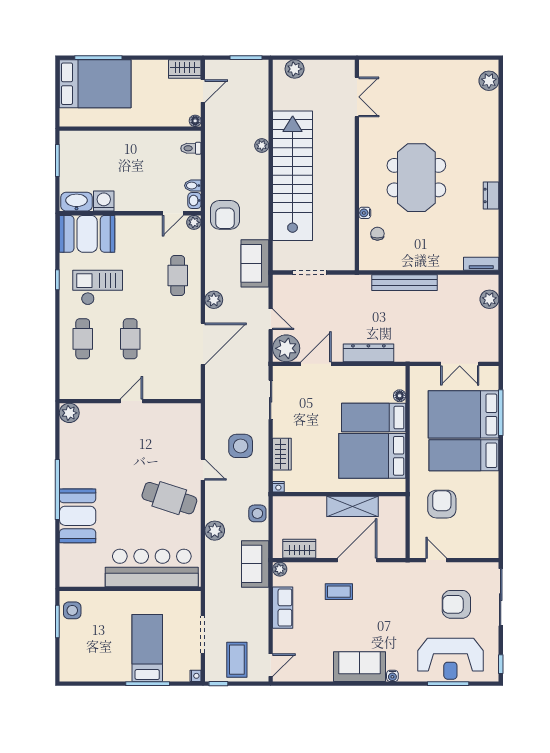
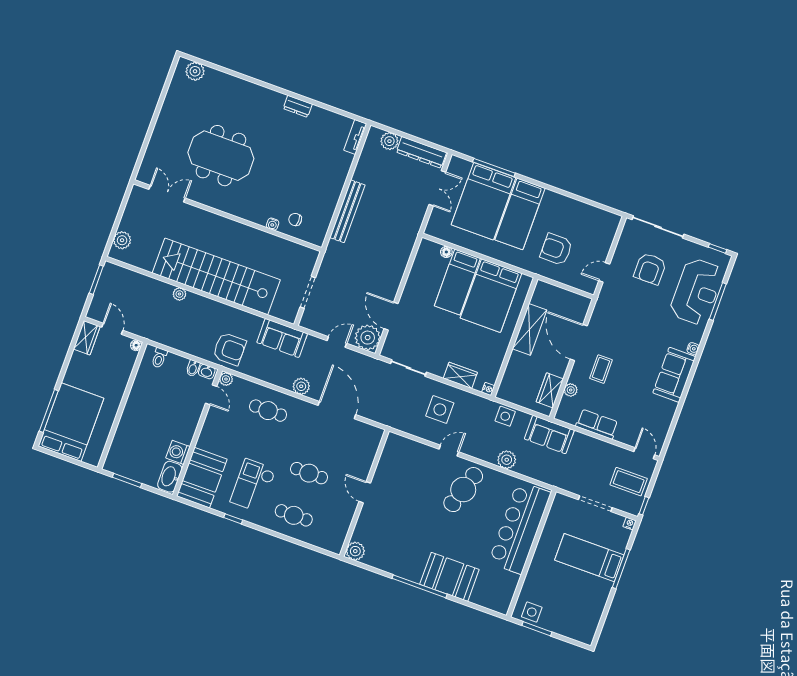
meeting table: (416, 178) -> (221, 156), moved
dresser: (368, 353) -> (421, 152), moved, turned -90
plant: (280, 569) -> (571, 390), moved

